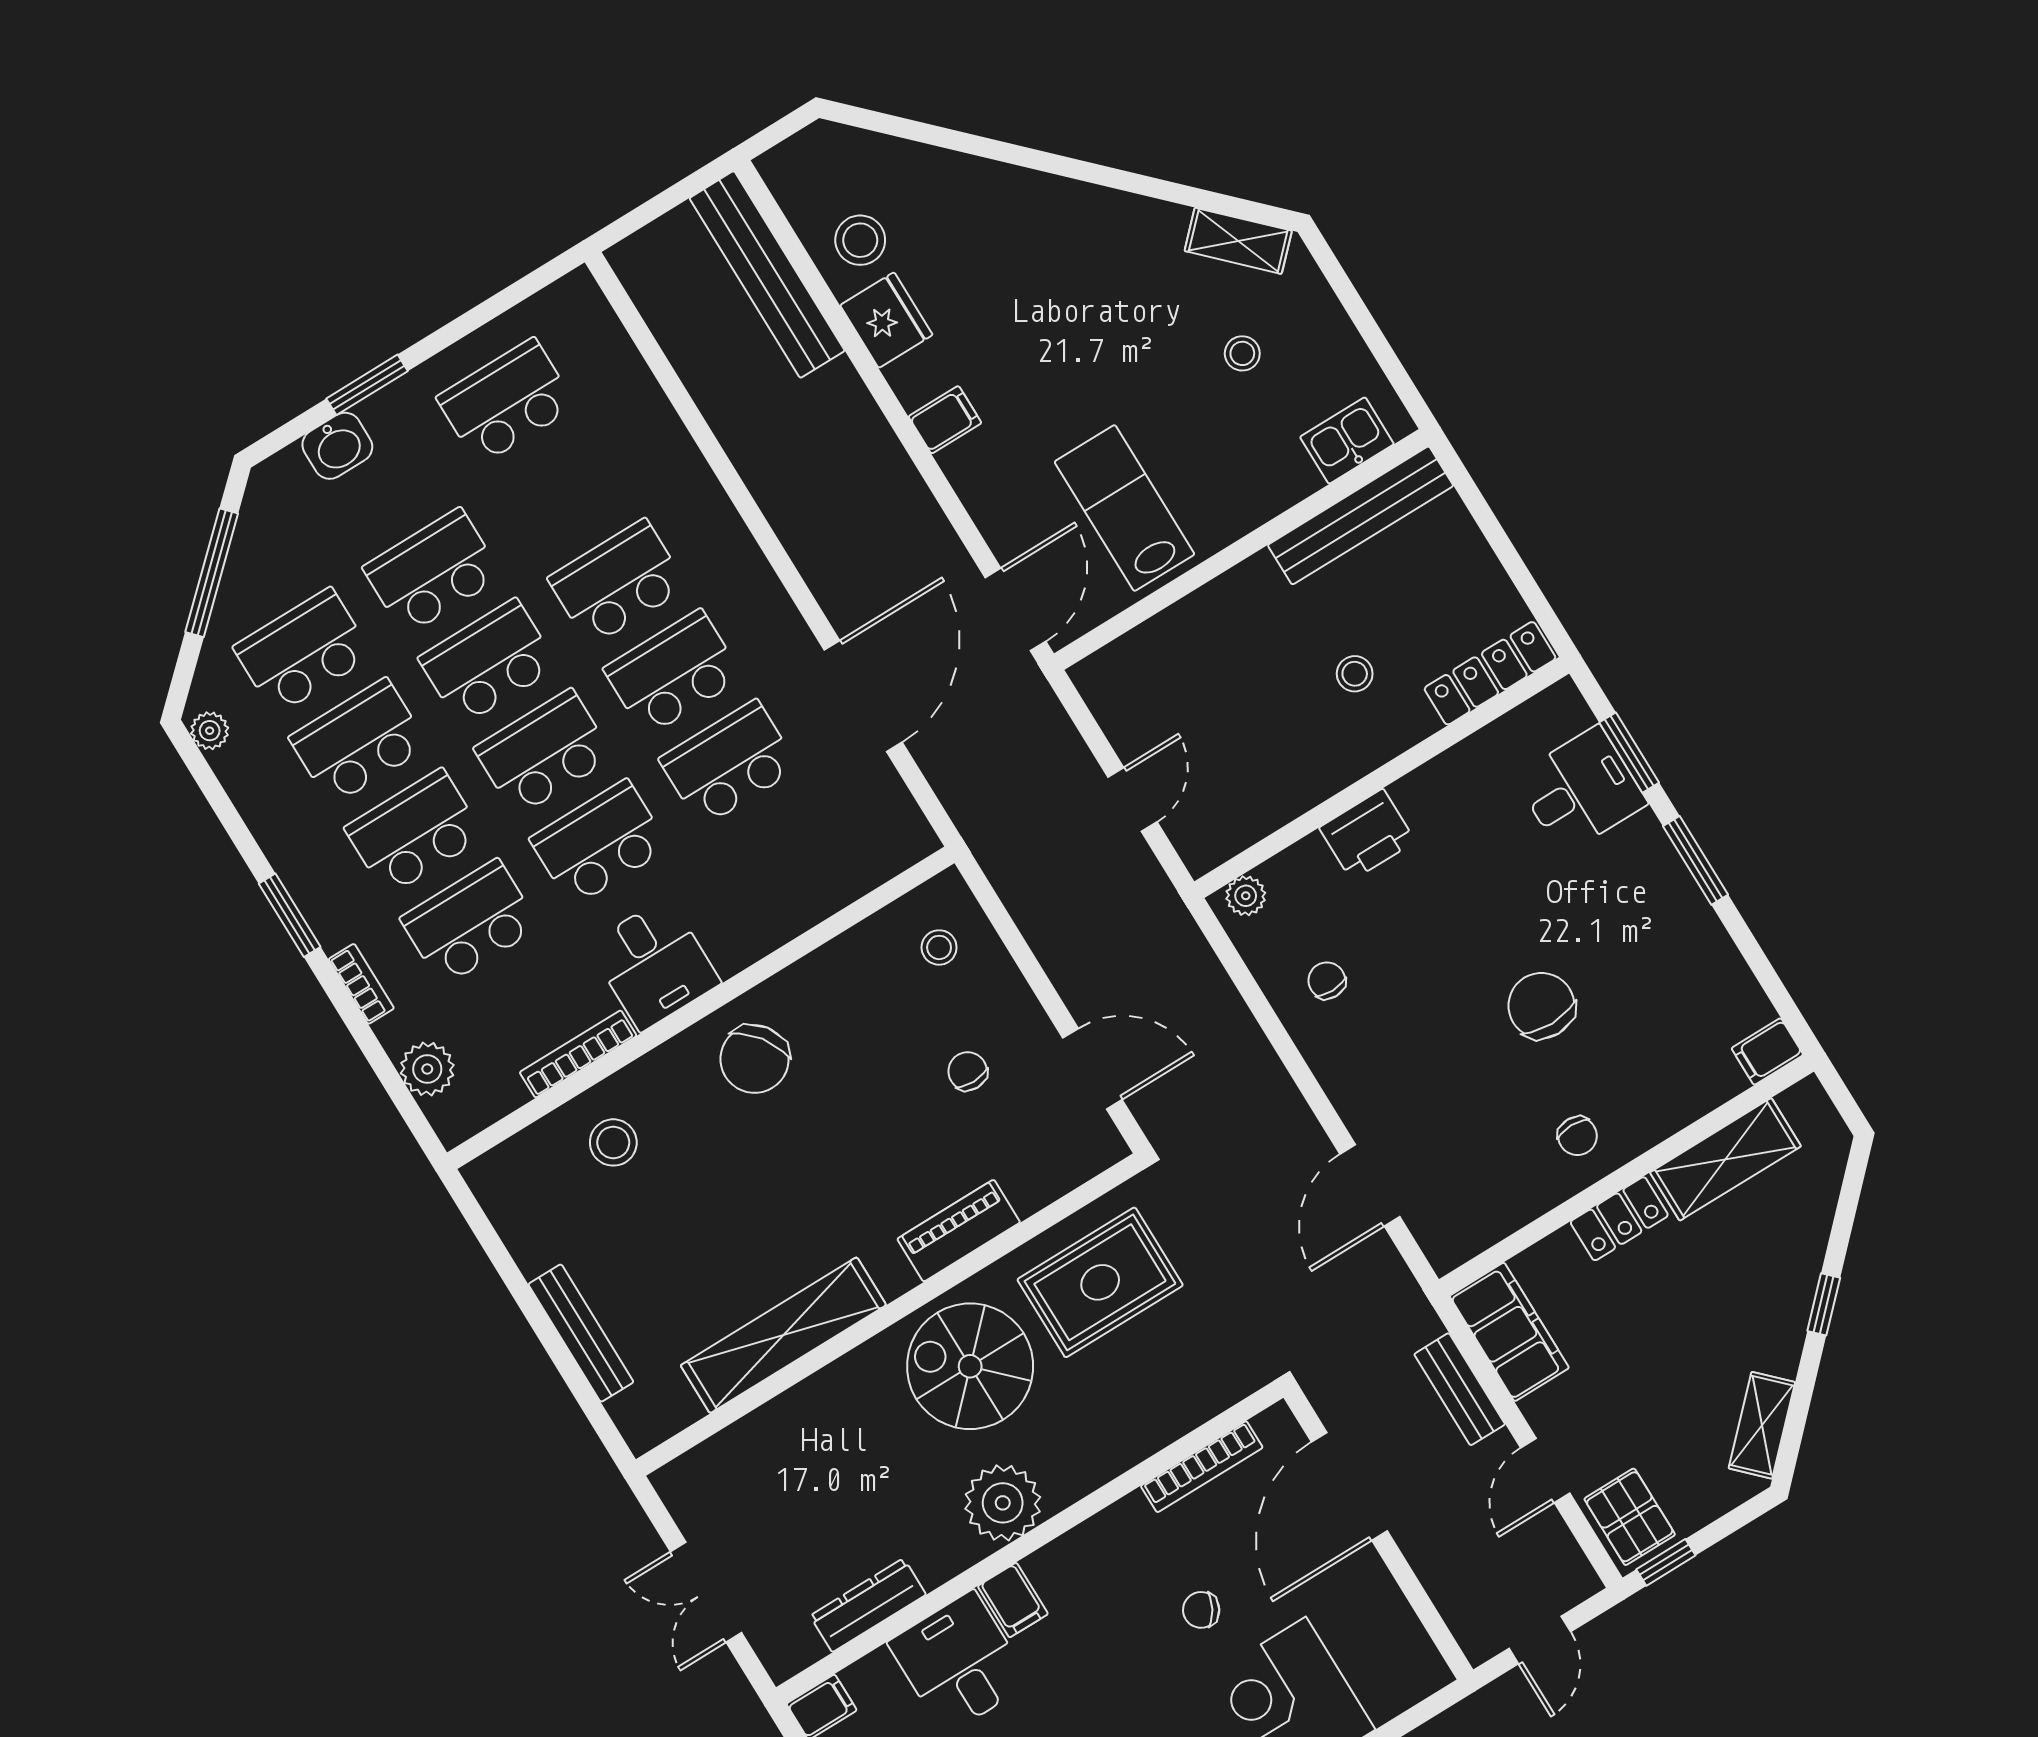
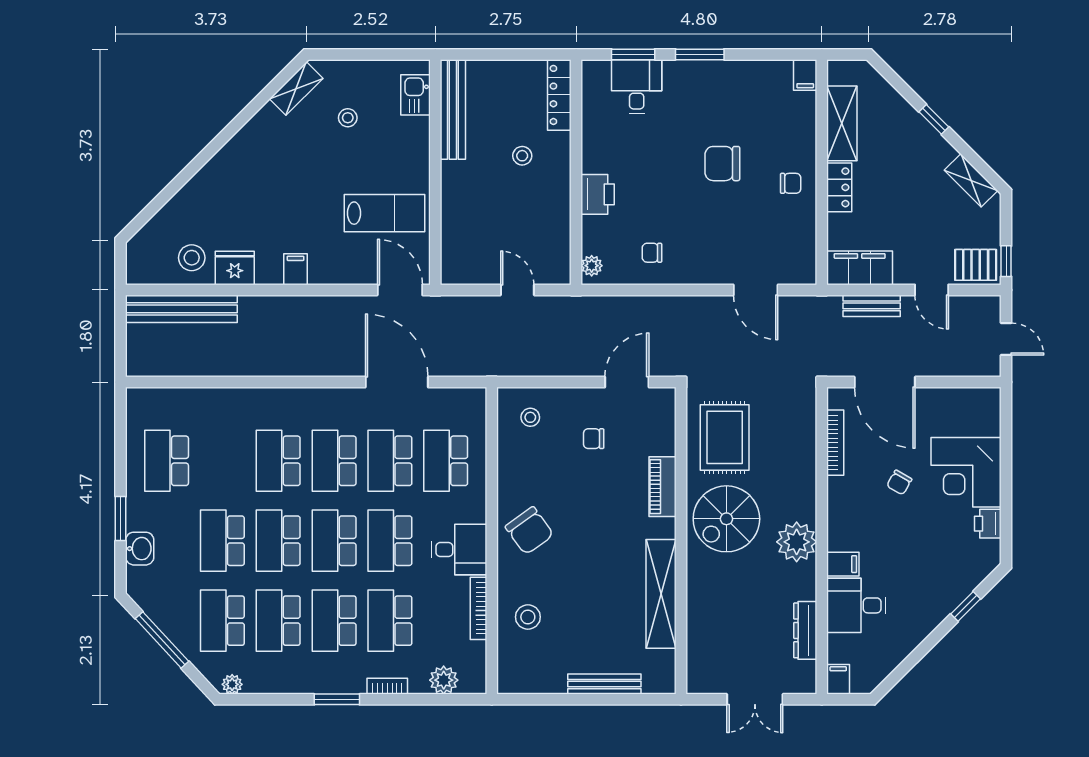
lab bench: (1125, 508) -> (385, 213), turned 180
school desk: (784, 854) -> (446, 461), added

